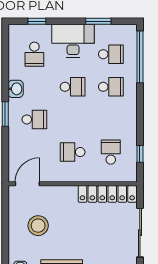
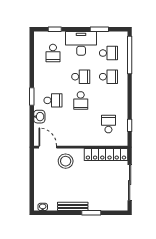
washbasin: (16, 89) -> (39, 117), moved
school desk: (73, 152) -> (81, 100), moved, turned -90
door: (27, 184) -> (48, 147), hinge flipped
stool: (38, 226) -> (66, 161), moved

